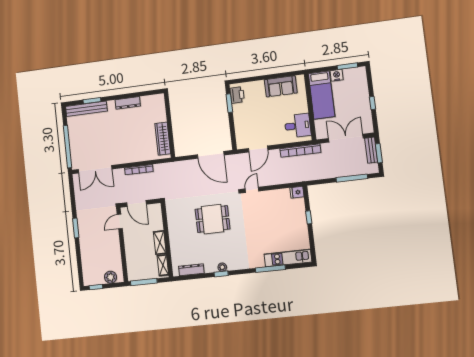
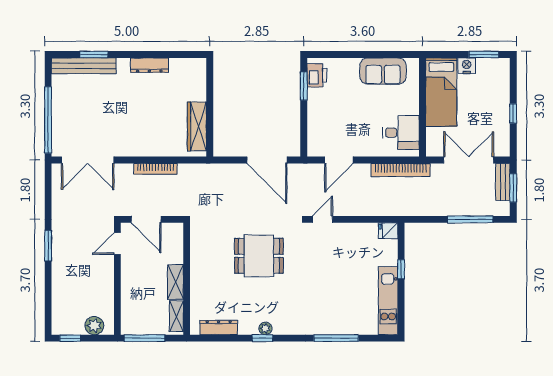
kitchen unit: (288, 258) -> (388, 301), moved, turned -90

